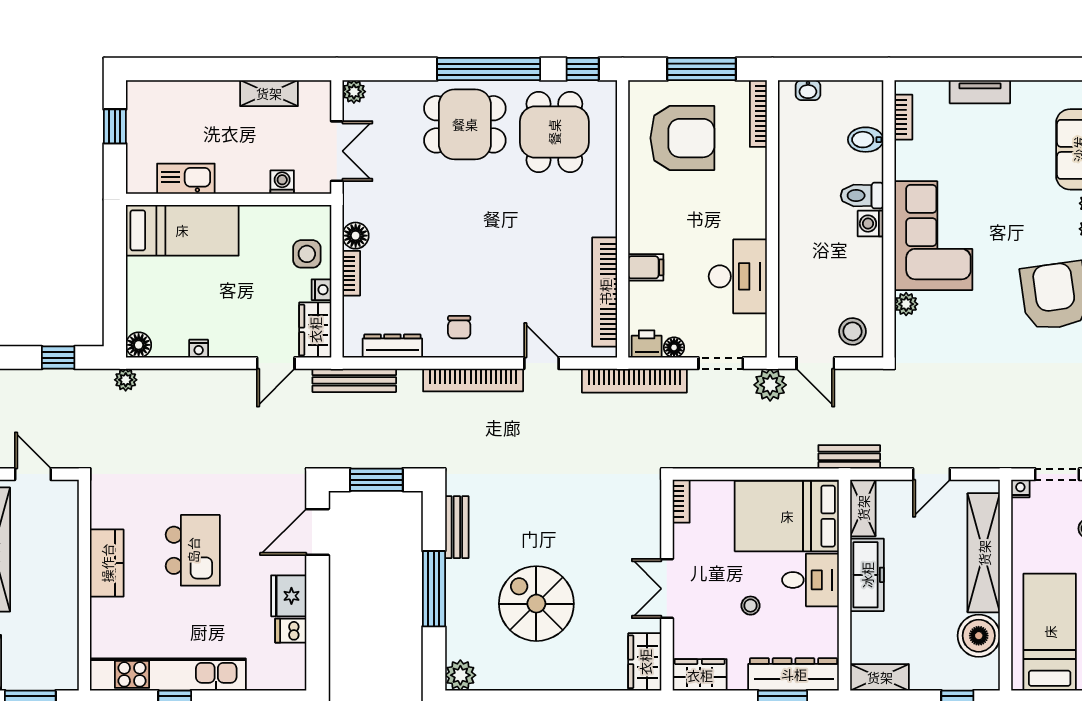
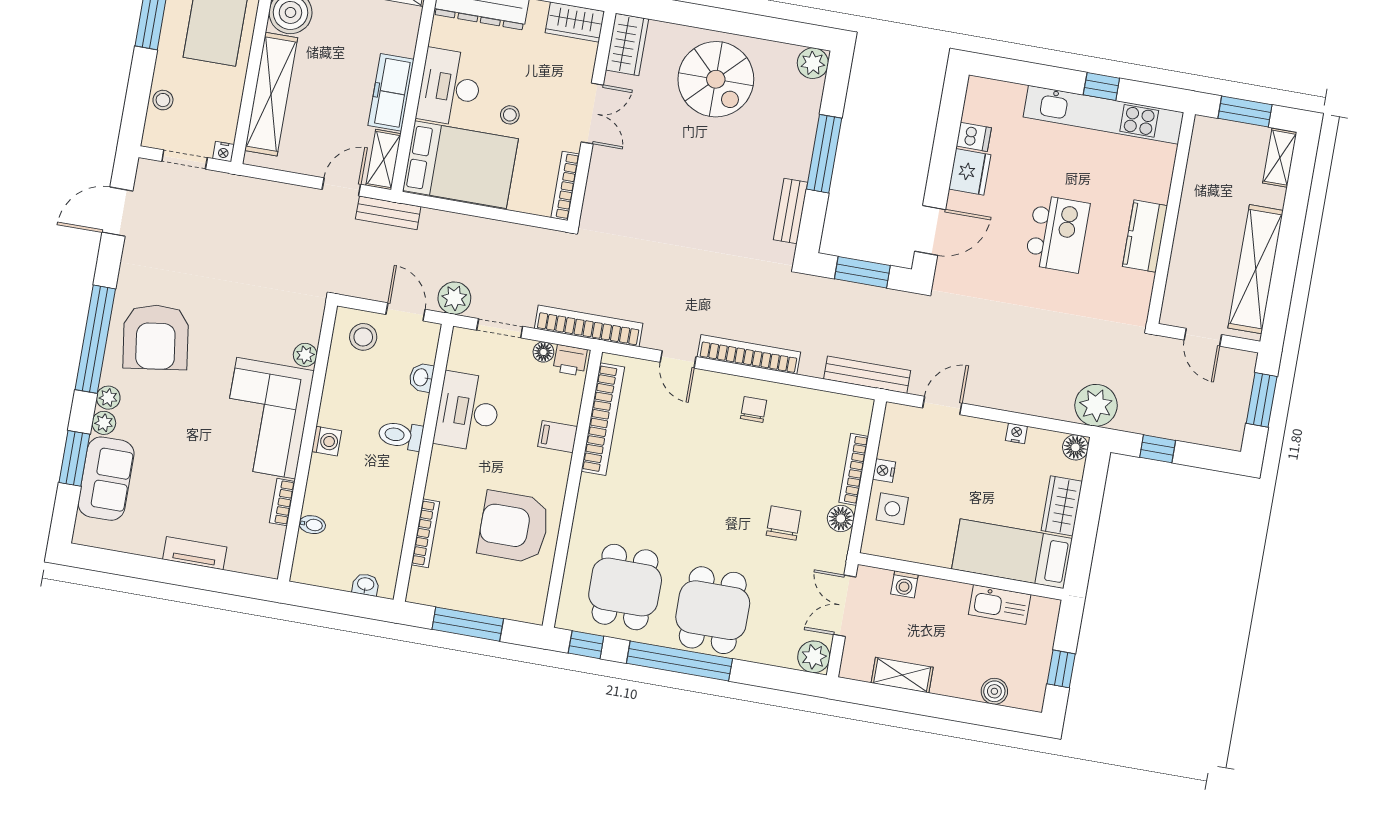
plant: (354, 92) -> (814, 657), width x1.38, depth x1.38
boiler: (176, 93) -> (994, 691), added
bookcase: (758, 114) -> (425, 533), moved
bookcase: (903, 117) -> (282, 502), moved
dining table: (465, 124) -> (713, 610), turned 90
armchair: (682, 138) -> (514, 527), moved
bidet: (866, 140) -> (312, 525), width x0.72, depth x0.74
toilet: (862, 196) -> (401, 435), moved, turned 180
chair: (411, 221) -> (784, 523), added
bookcase: (351, 273) -> (854, 469), width x1.56
washbasin: (789, 302) -> (421, 377), added
wardrobe: (315, 330) -> (1062, 506), moved, turned 180
dresser: (392, 346) -> (823, 402), removed
plant: (126, 380) -> (1096, 405), width x1.87, depth x1.87
door: (931, 474) -> (341, 187), moved
bookcase: (681, 501) -> (565, 186), width x1.56
kitchen island: (193, 550) -> (1057, 234), turned 180
desk: (811, 580) -> (450, 87), width x1.37
spiral stairs: (536, 604) -> (716, 79), moved
stool: (750, 606) -> (510, 115), moved

